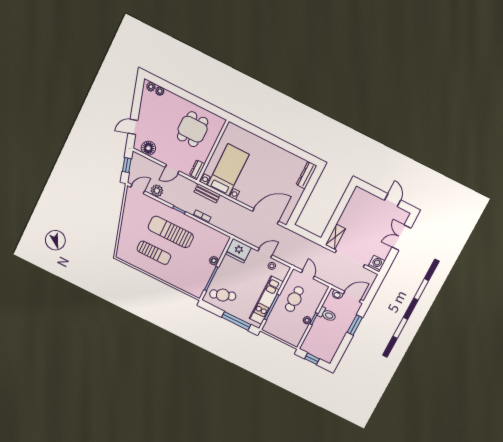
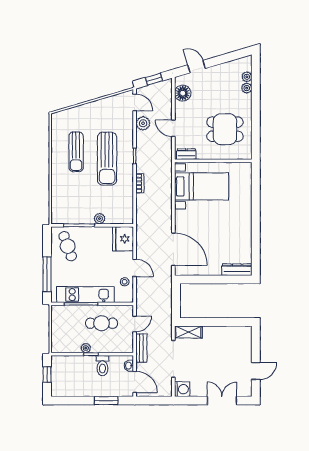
plant: (151, 87) -> (247, 88), moved
bench: (207, 193) -> (141, 348), moved
sun lounger: (171, 232) -> (107, 159), turned 180

